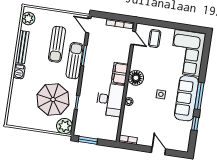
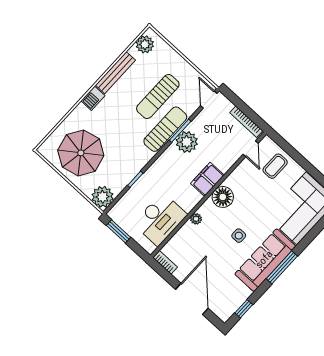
plant: (92, 60) -> (187, 142), added
parasol: (53, 100) -> (81, 153), moved
desk: (110, 100) -> (160, 219), moved
window: (195, 124) -> (244, 309), moved
door: (159, 151) -> (192, 299), width x1.88

